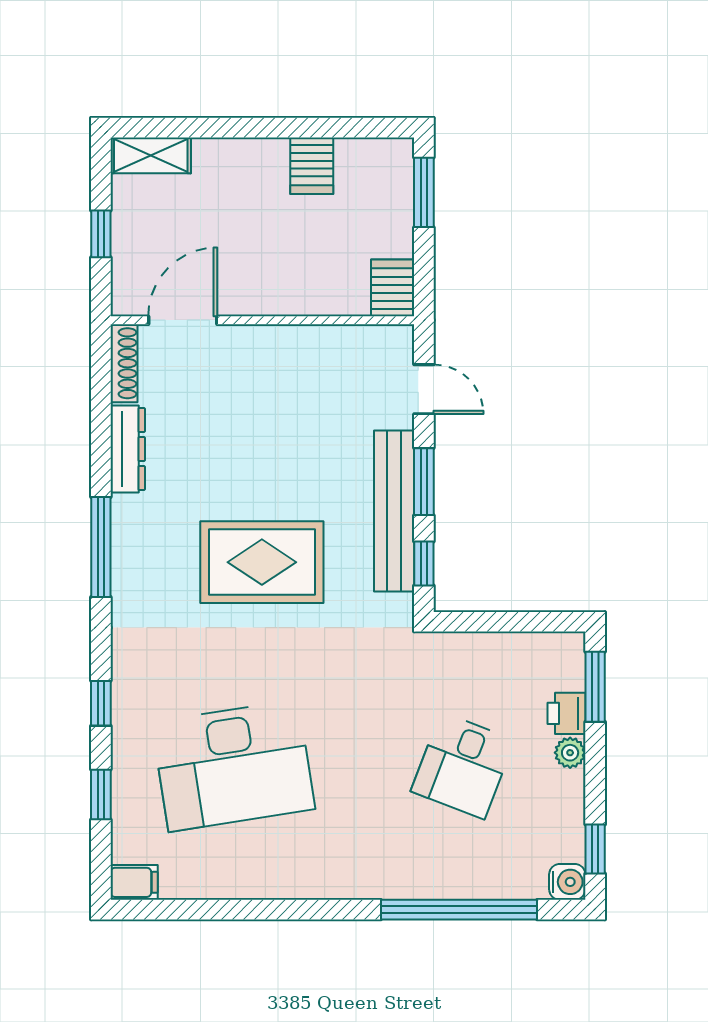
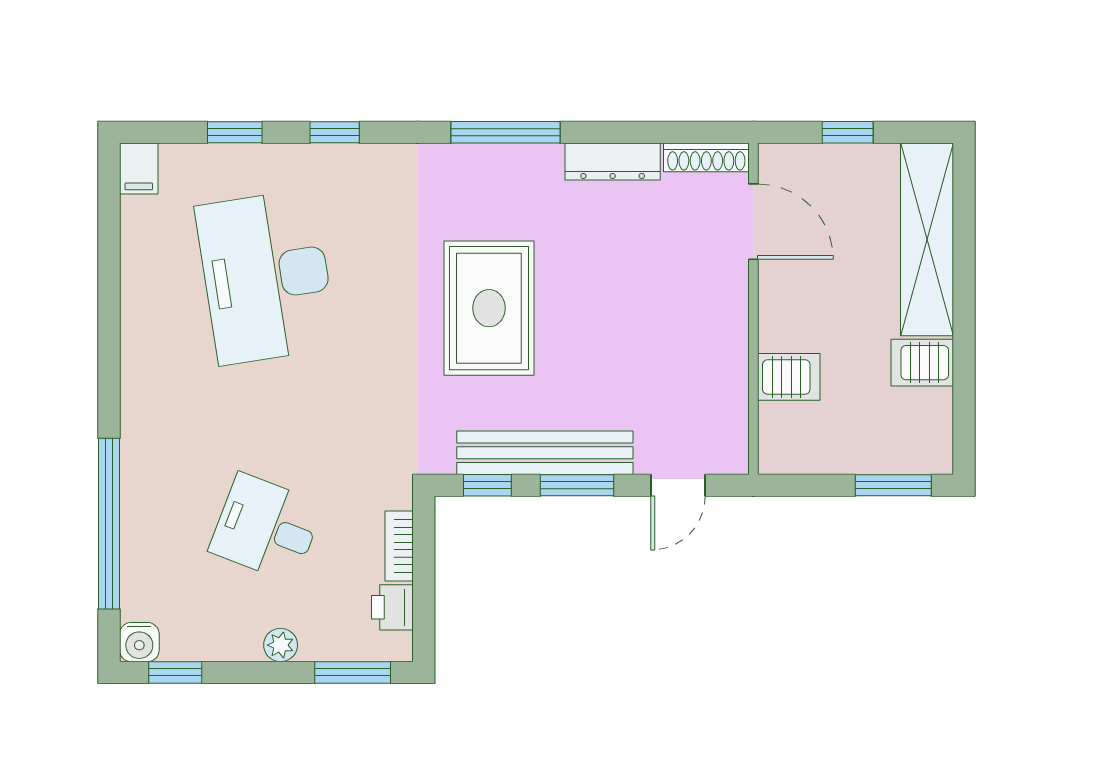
shelving: (151, 155) -> (927, 239), width x2.20, depth x1.33
server rack: (393, 288) -> (789, 377), moved
bookcase: (480, 644) -> (399, 546), added
printer: (566, 713) -> (392, 607), moved, turned -90

